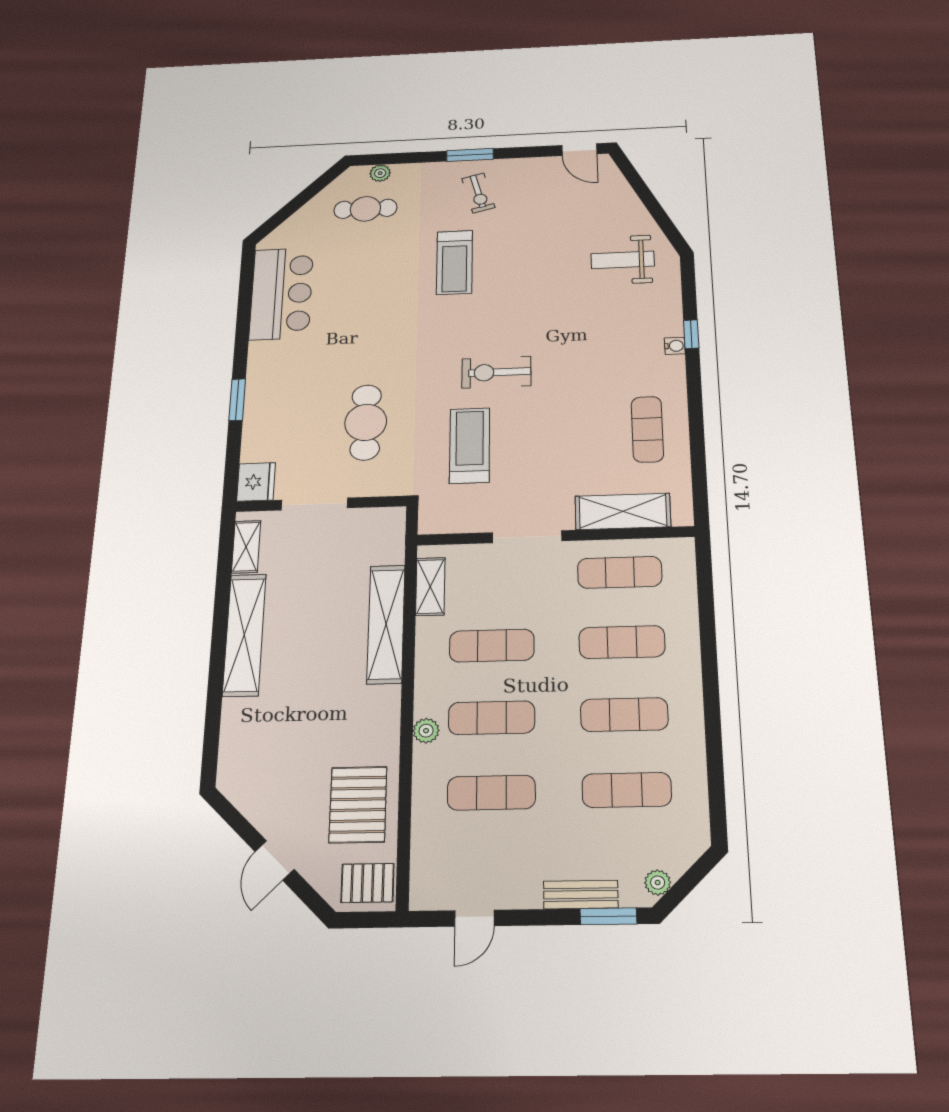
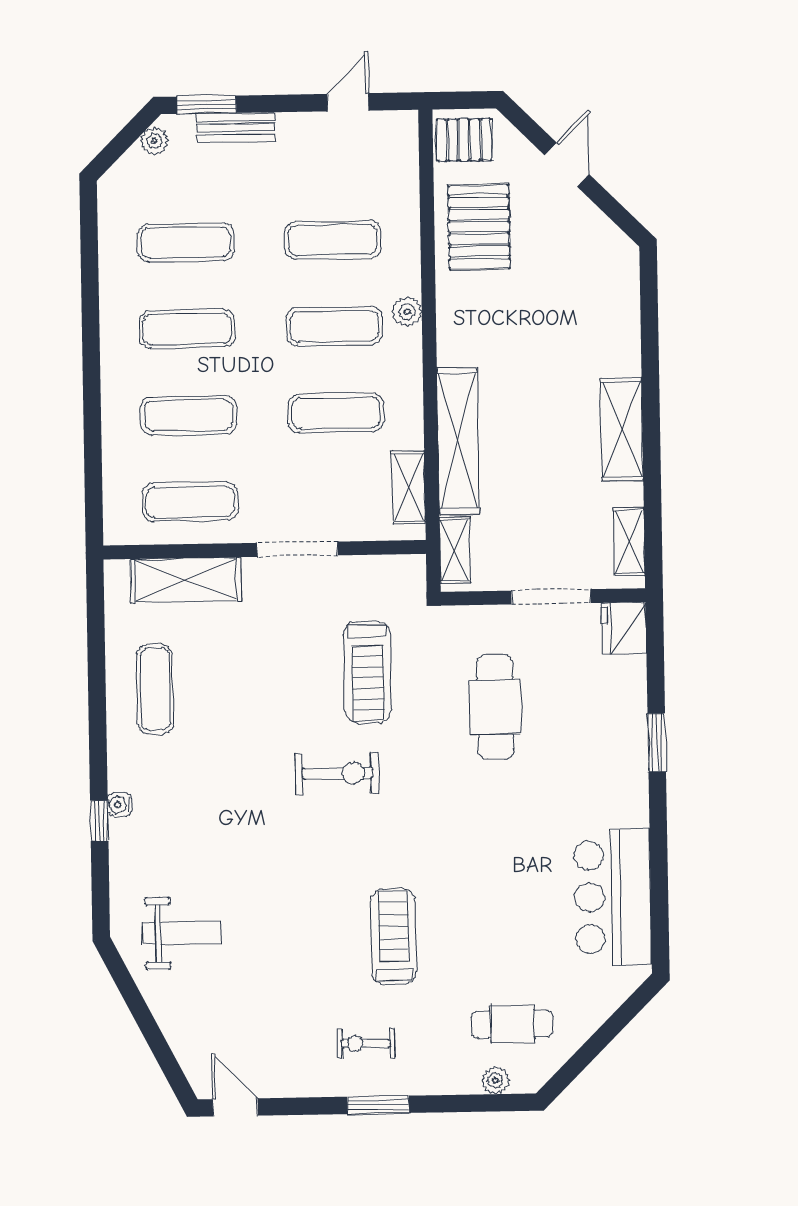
exercise bike: (478, 193) -> (366, 1043), turned -75
shelving: (393, 538) -> (455, 550), added
shelving: (244, 635) -> (622, 429), width x0.68

